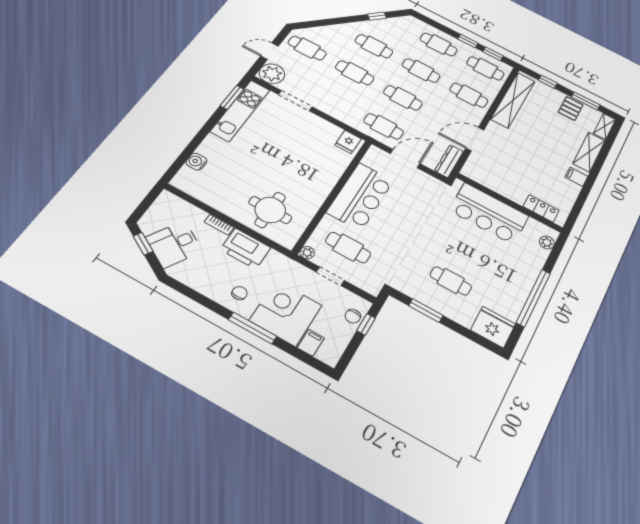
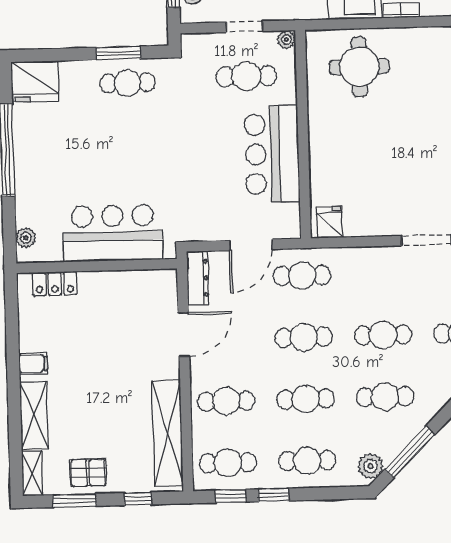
window: (377, 16) -> (410, 452), width x2.17
plant: (404, 23) -> (371, 466), added
pallet: (571, 109) -> (88, 473), turned 90
cafe table: (451, 281) -> (127, 83), moved

